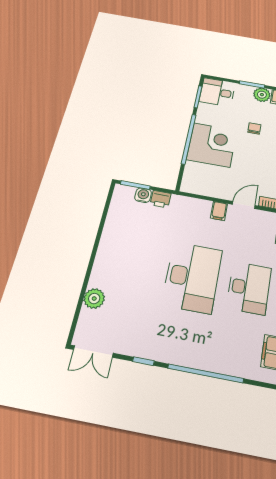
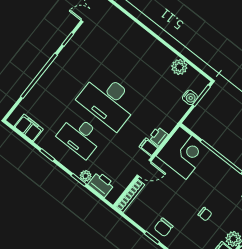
corner desk: (212, 145) -> (183, 153), moved, turned -90
printer: (161, 199) -> (158, 136), moved
door: (244, 205) -> (144, 168), hinge flipped
plant: (94, 299) -> (179, 67), moved

